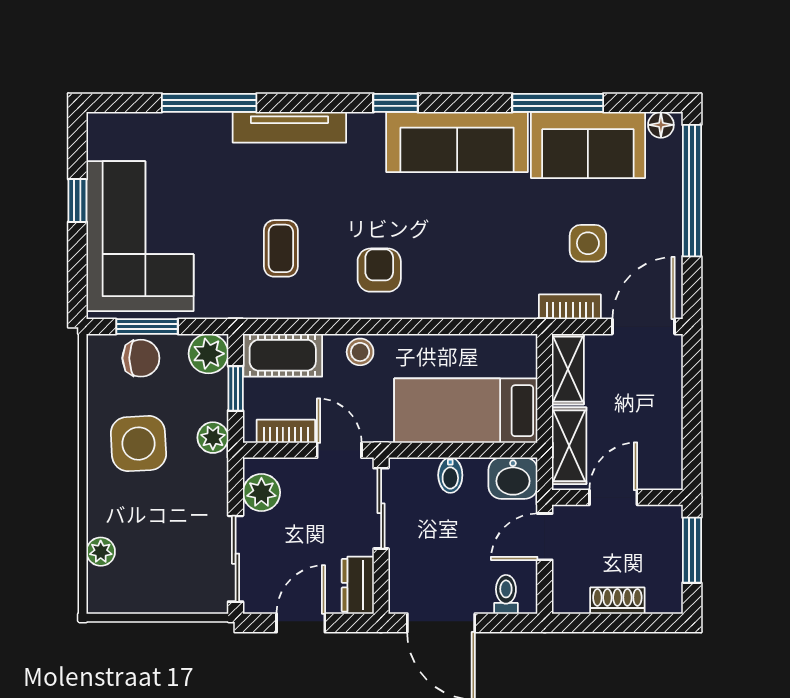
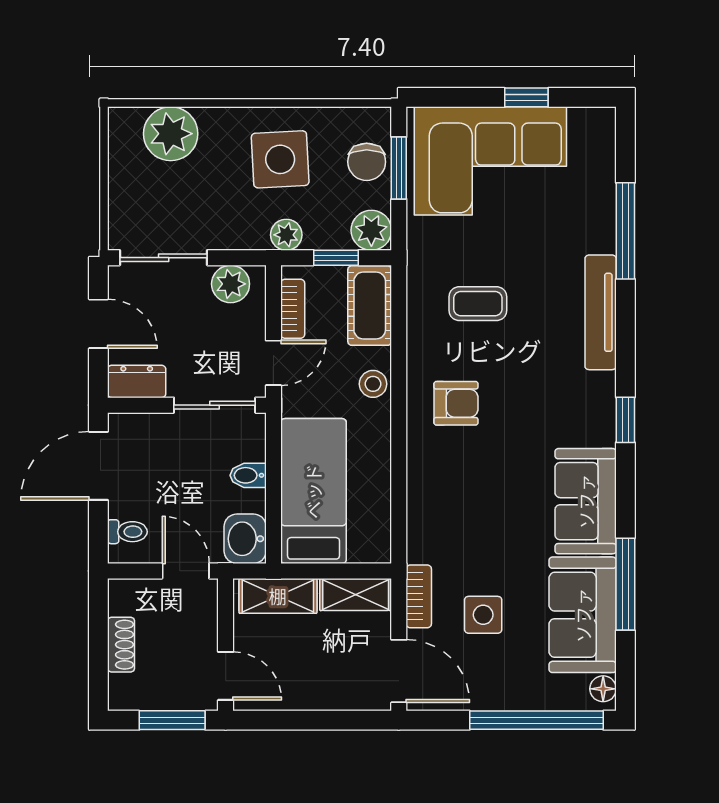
sofa: (457, 142) -> (586, 501), width x0.73
door: (613, 497) -> (226, 676), moved
plant: (101, 552) -> (171, 134), width x1.87, depth x1.87

